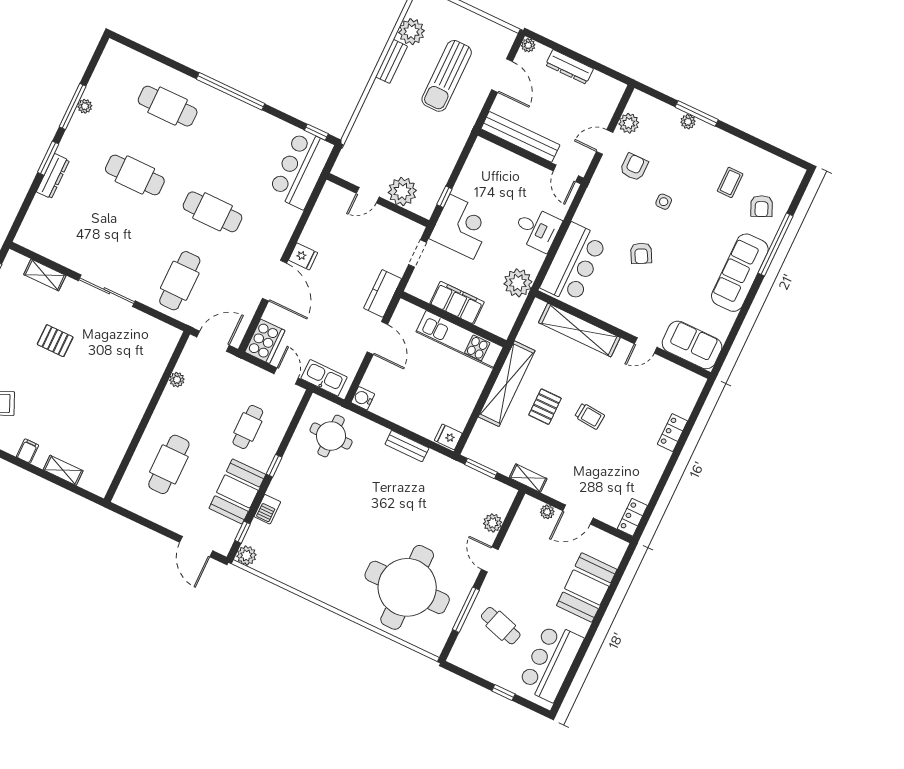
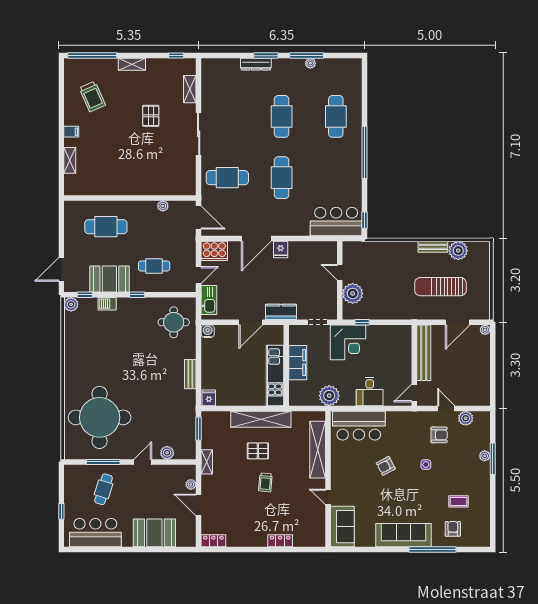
dresser: (569, 67) -> (484, 363), removed
armchair: (762, 206) -> (453, 529), turned 114

